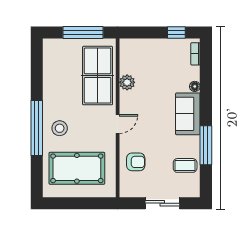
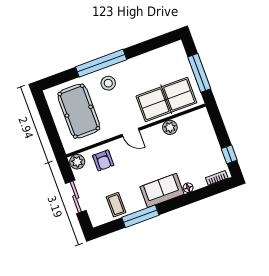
plant: (127, 189) -> (77, 162), added

